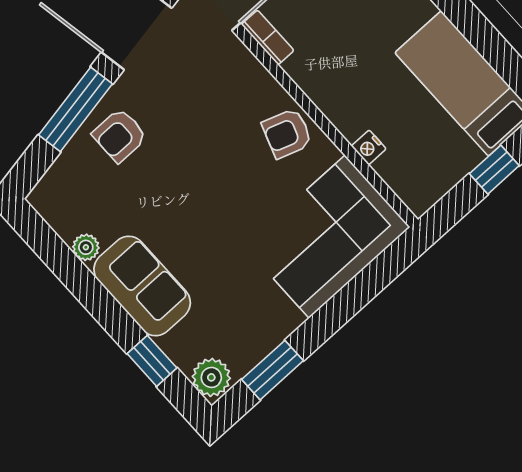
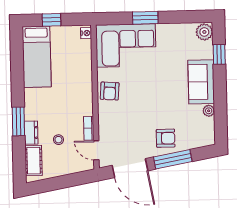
armchair: (287, 133) -> (110, 91), turned 75
nightstand: (369, 147) -> (86, 33), moved
window: (273, 370) -> (145, 18), moved

